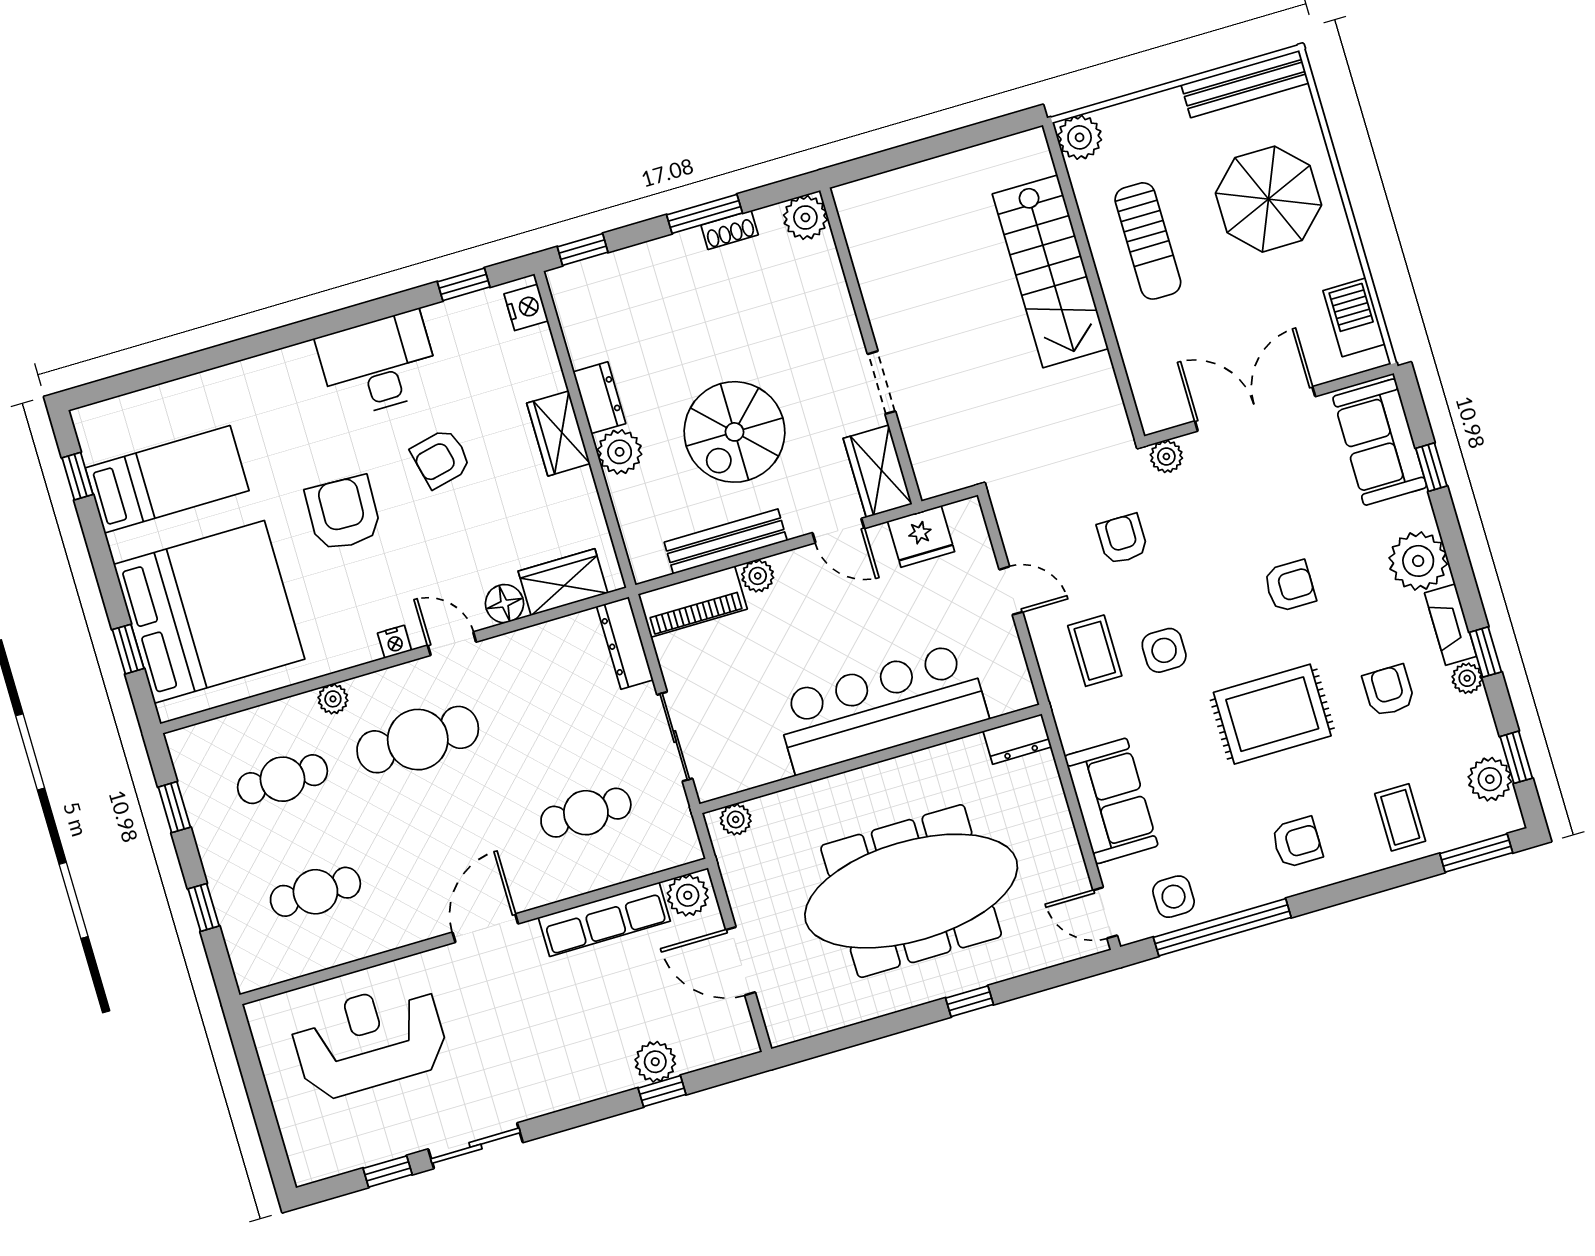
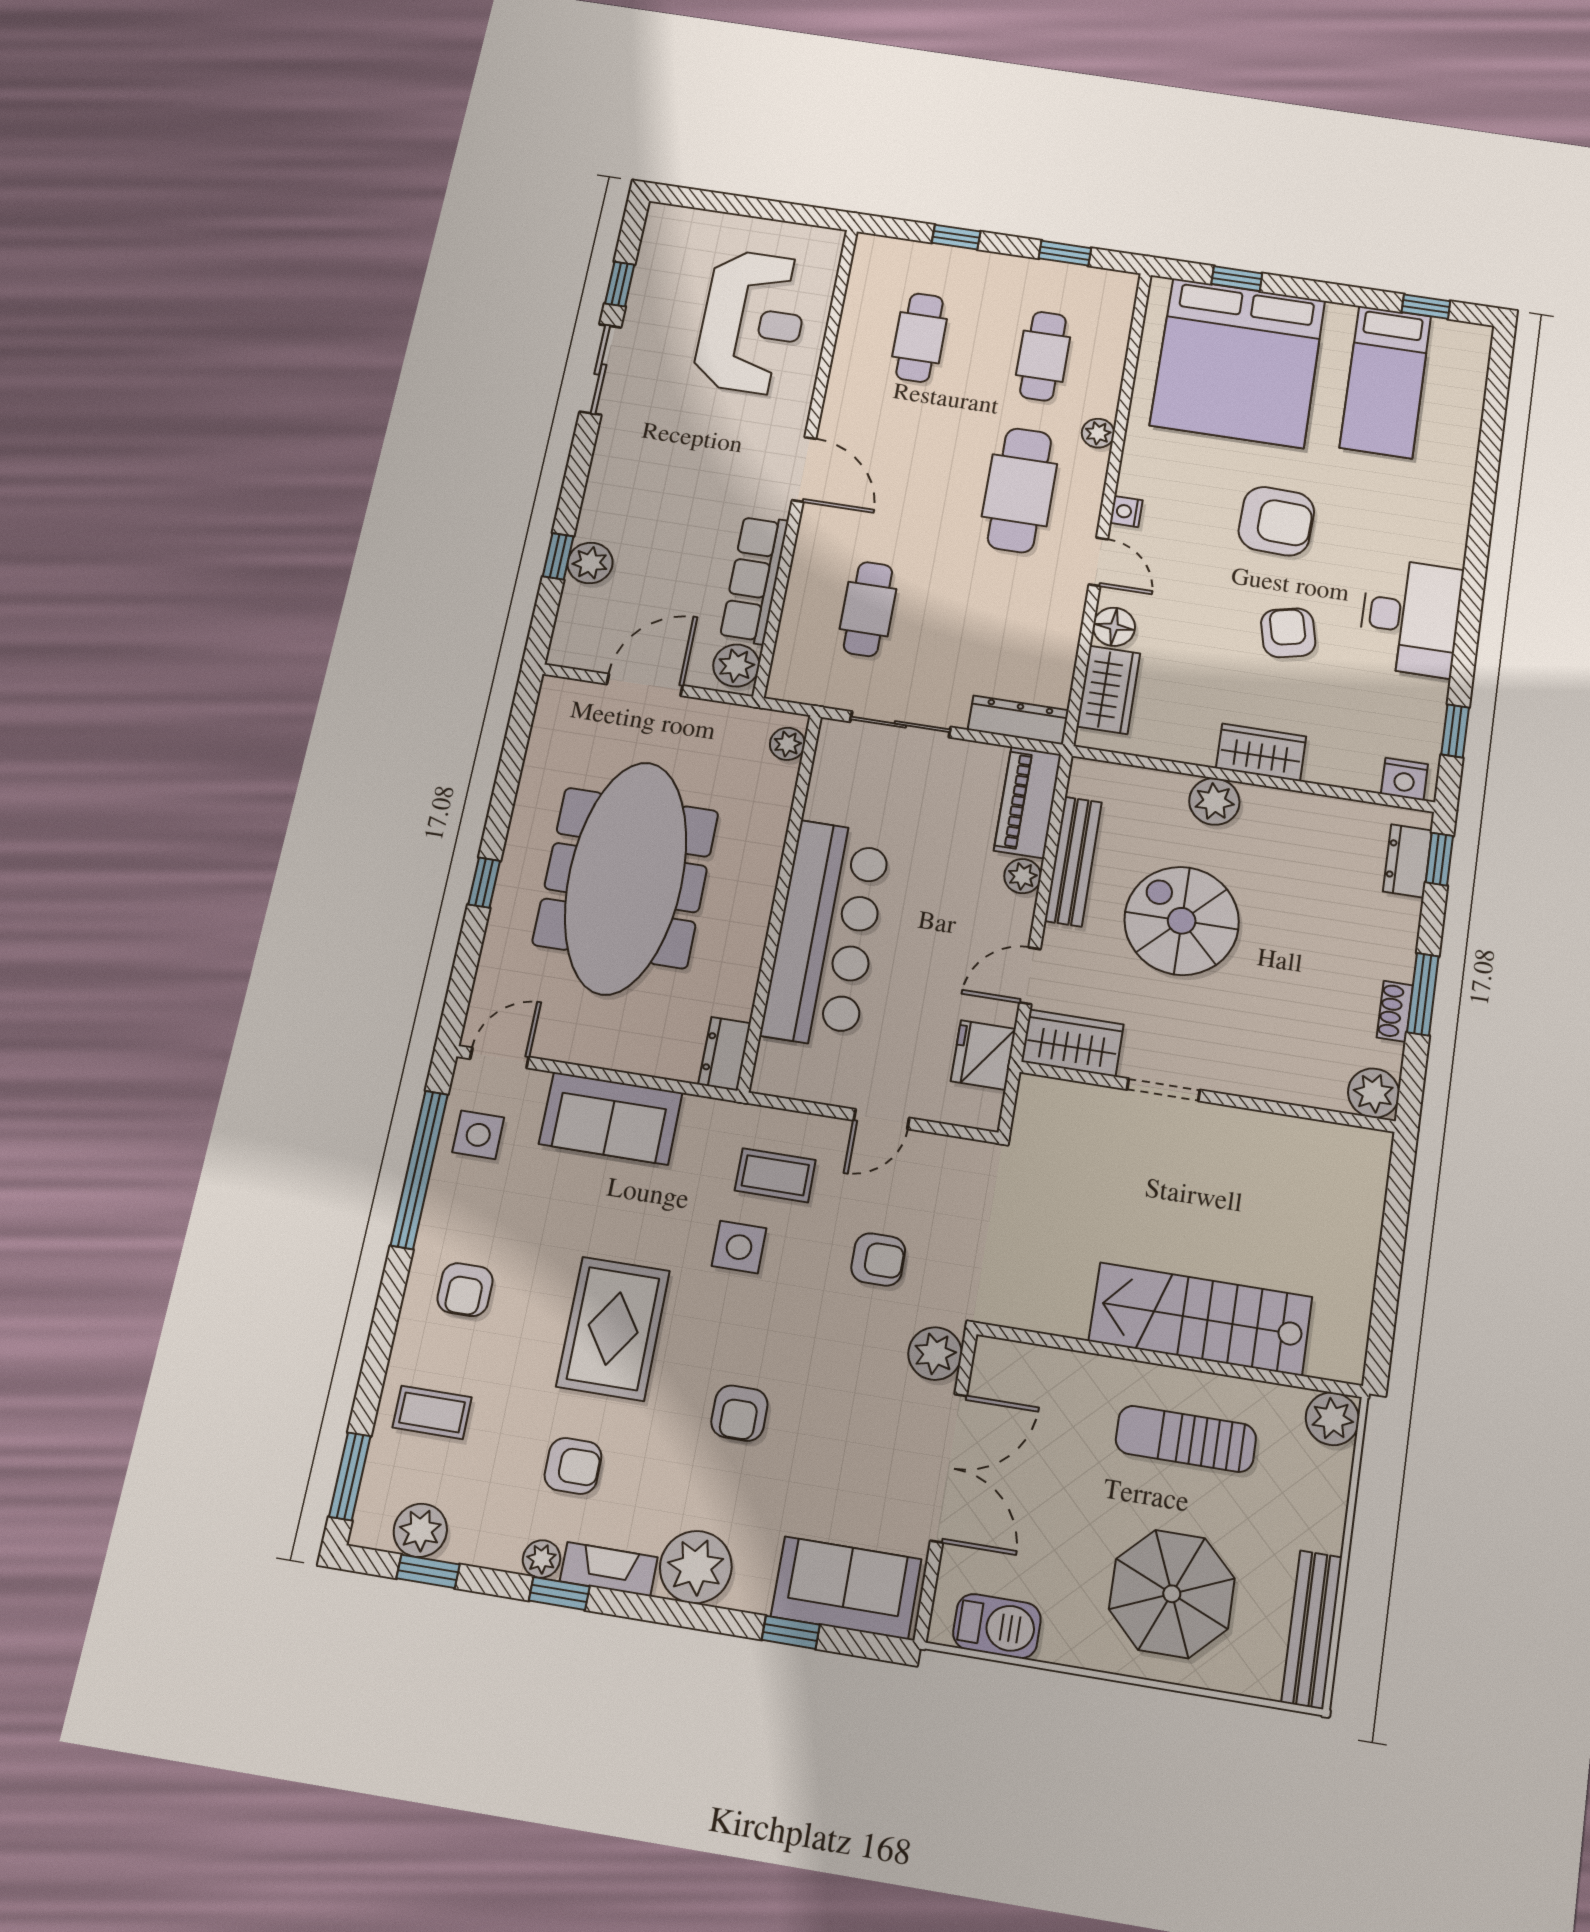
dresser: (599, 398) -> (1407, 861), moved, turned 90
plant: (1166, 456) -> (935, 1354), width x1.38, depth x1.38
door: (452, 644) -> (1098, 562), hinge flipped

